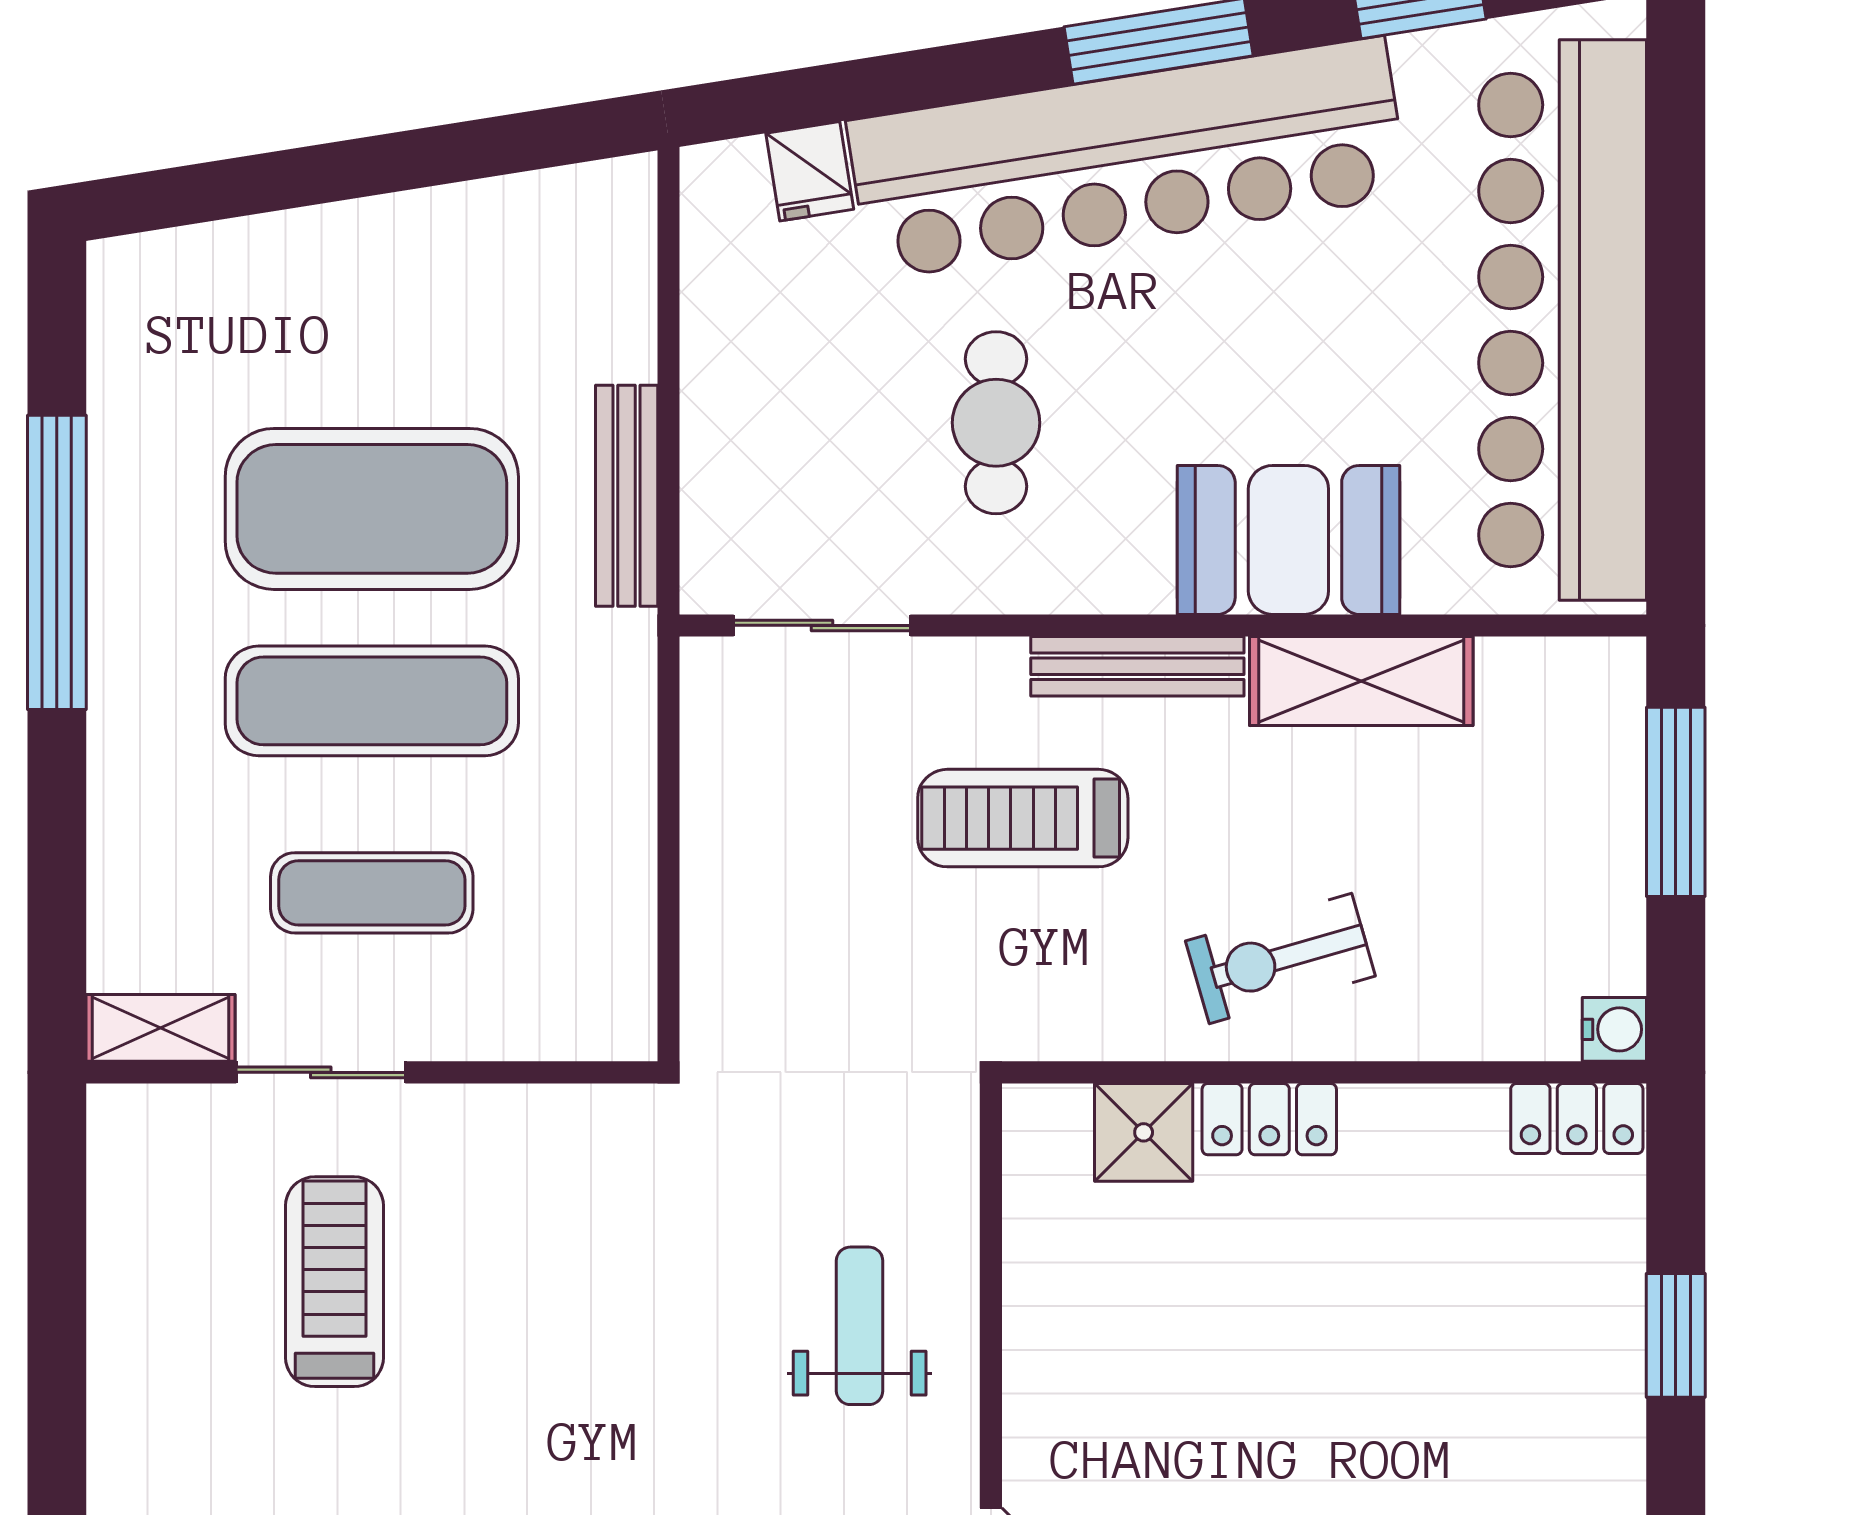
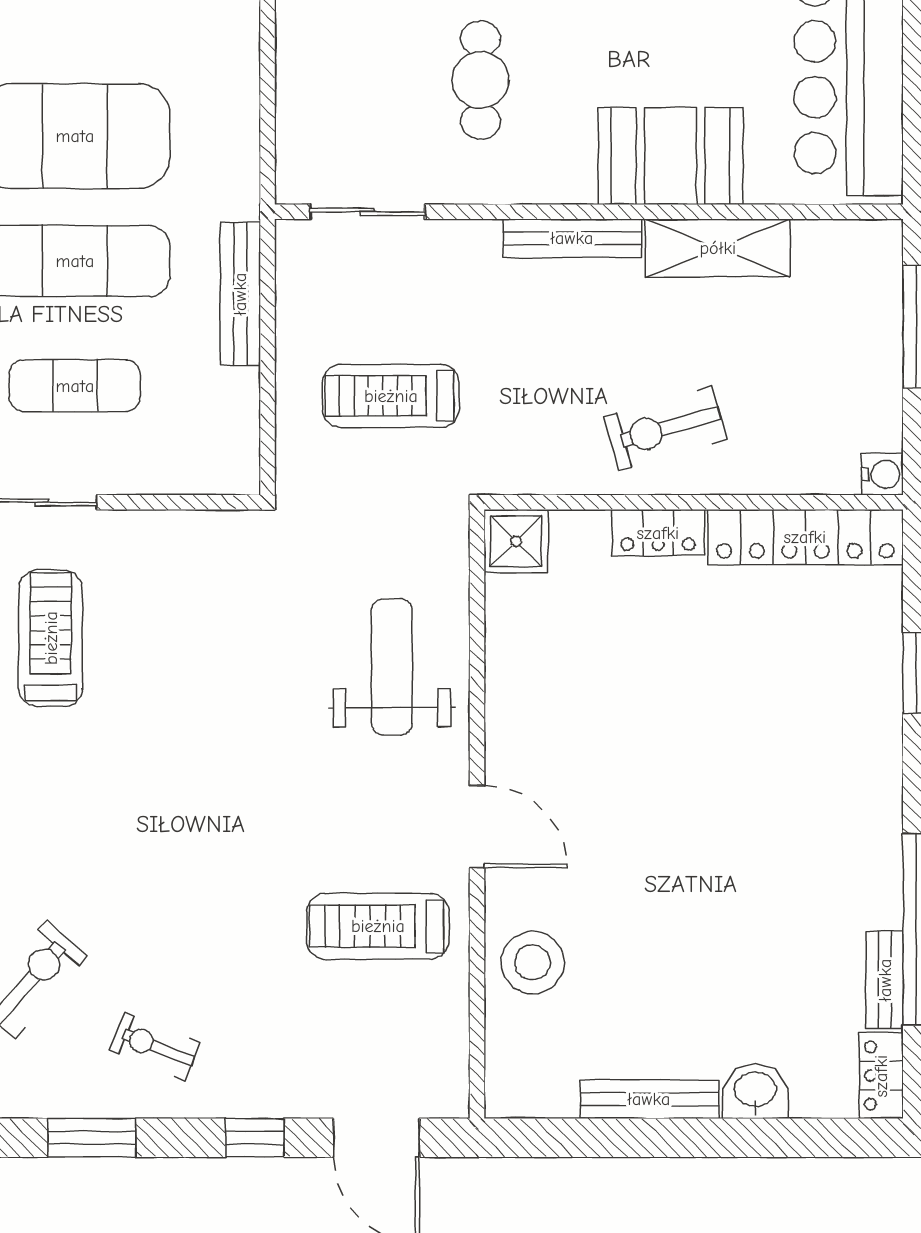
bench: (627, 496) -> (240, 294), moved
treadmill: (1023, 818) -> (391, 396), moved
locker: (1577, 1119) -> (805, 537), width x2.16, depth x1.21
shower: (1144, 1132) -> (516, 541), moved
weight bench: (860, 1326) -> (392, 667), width x1.36, depth x1.33

